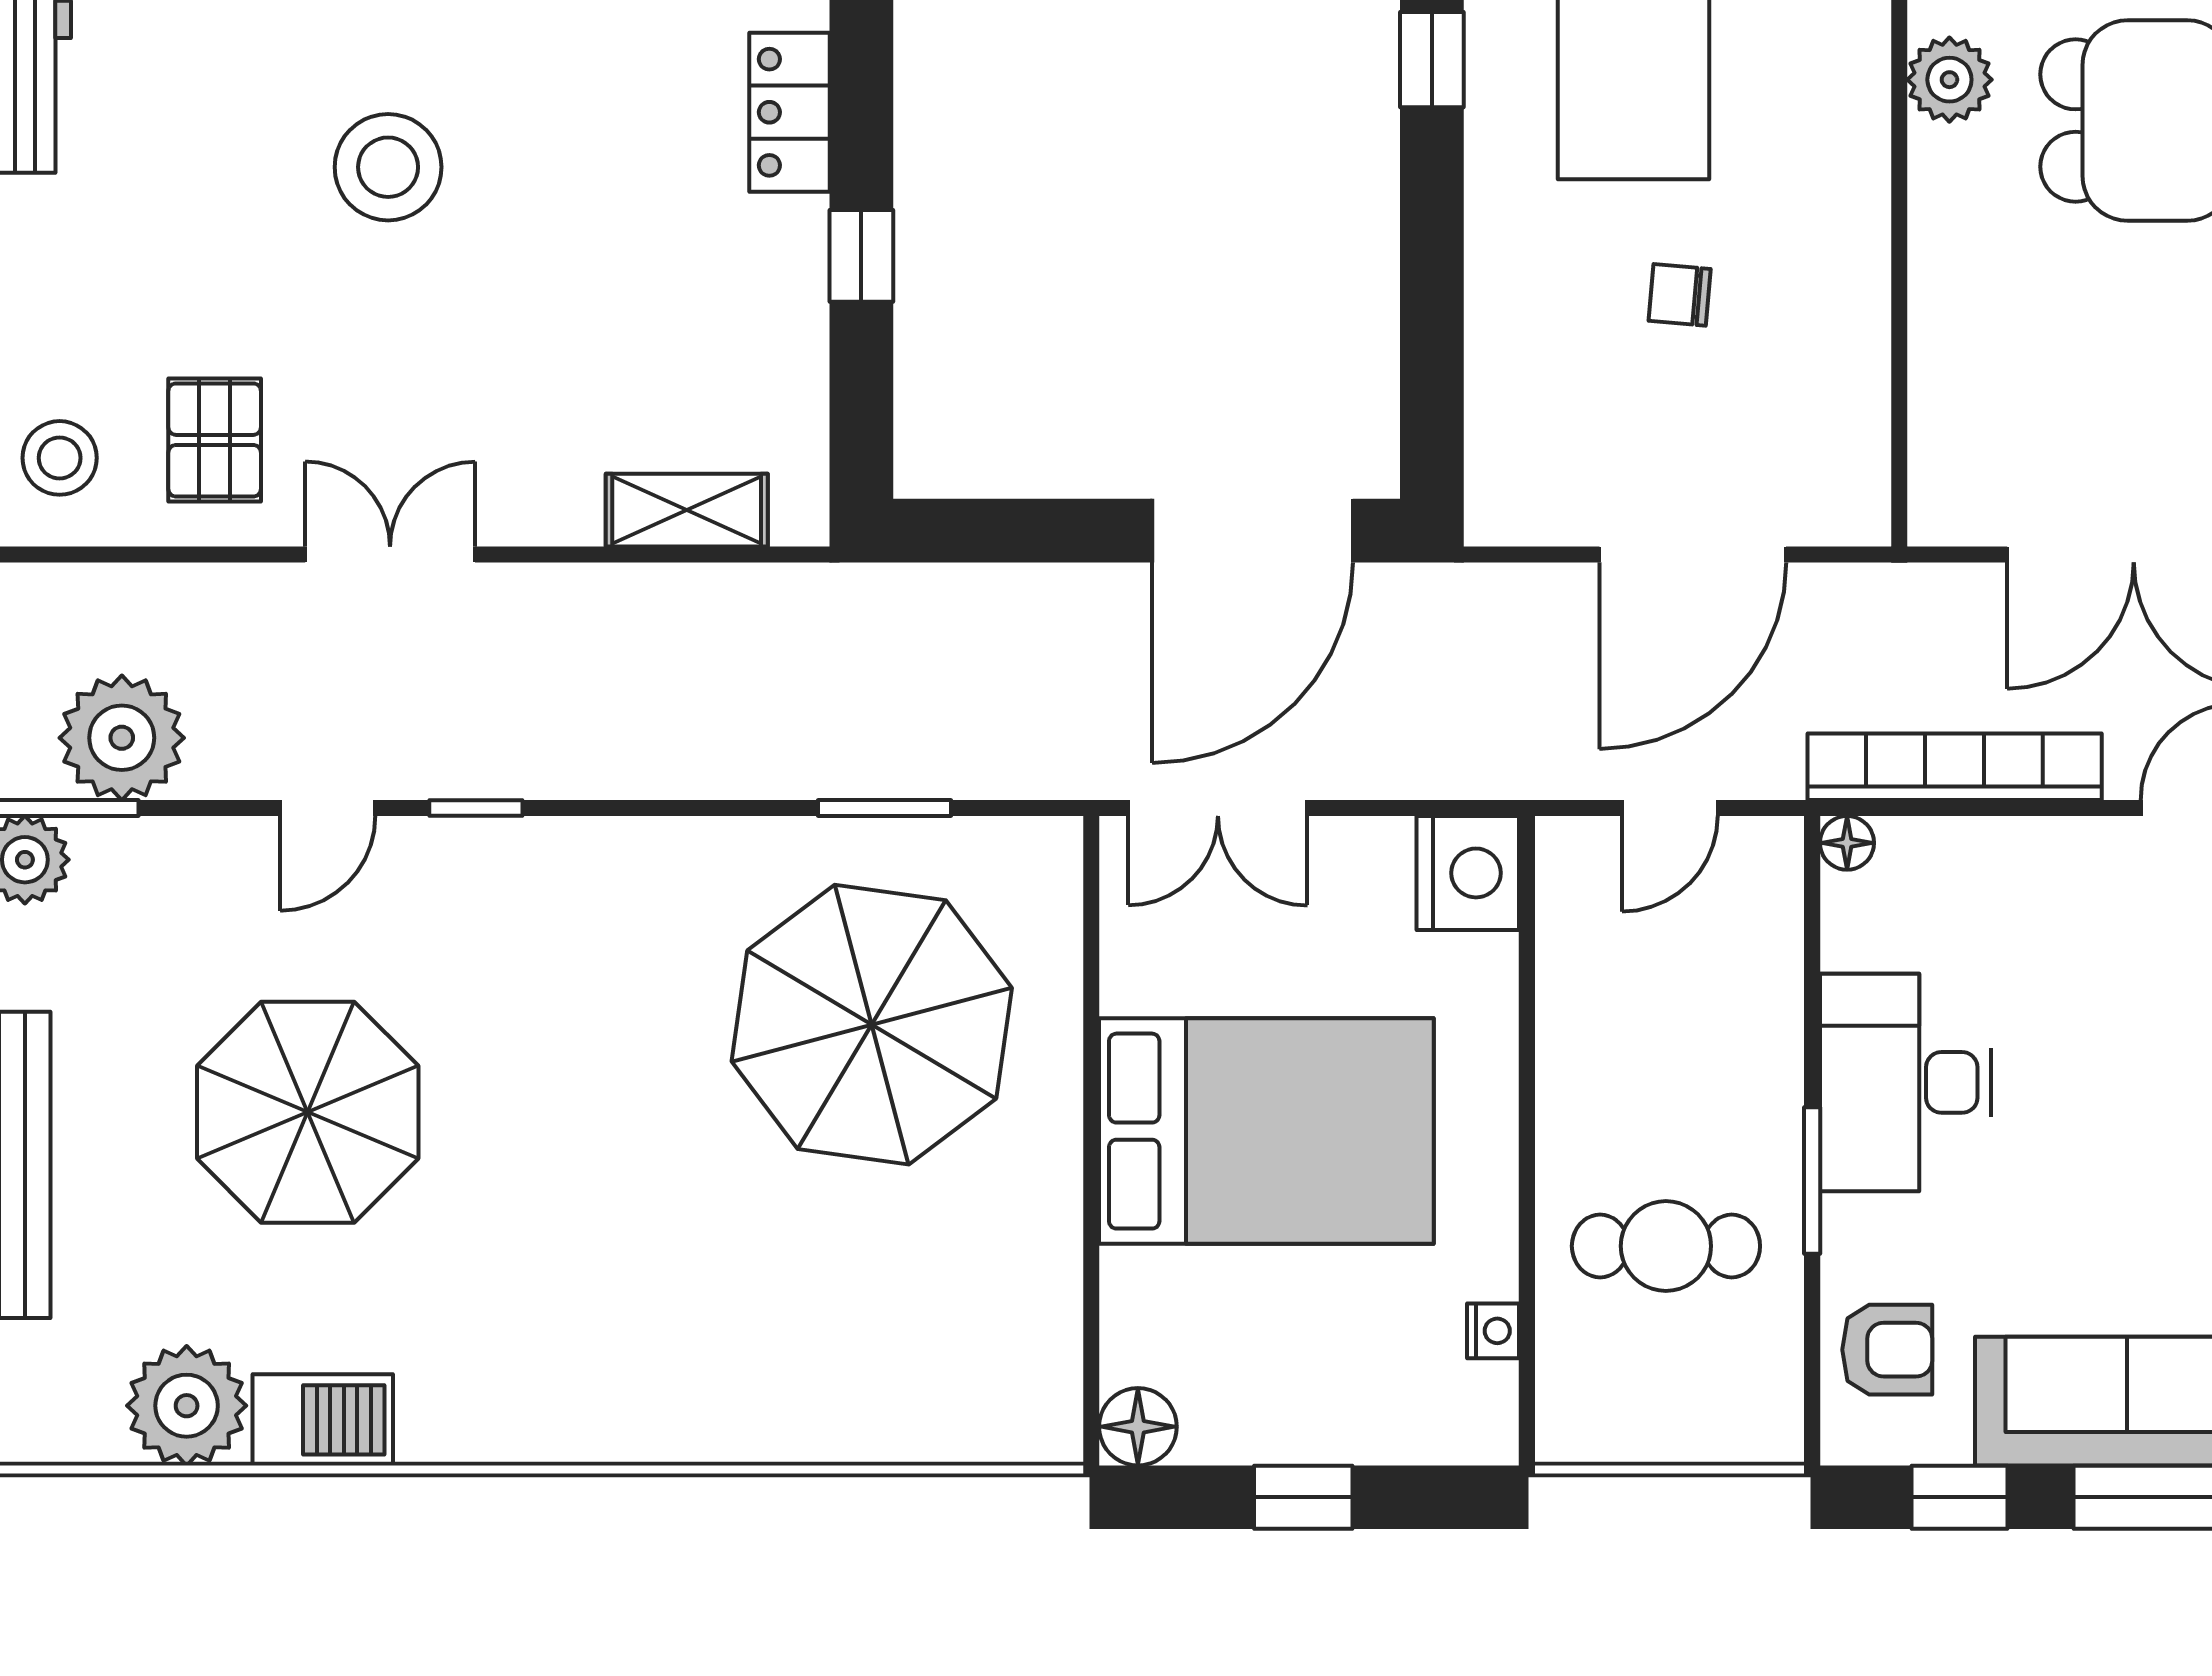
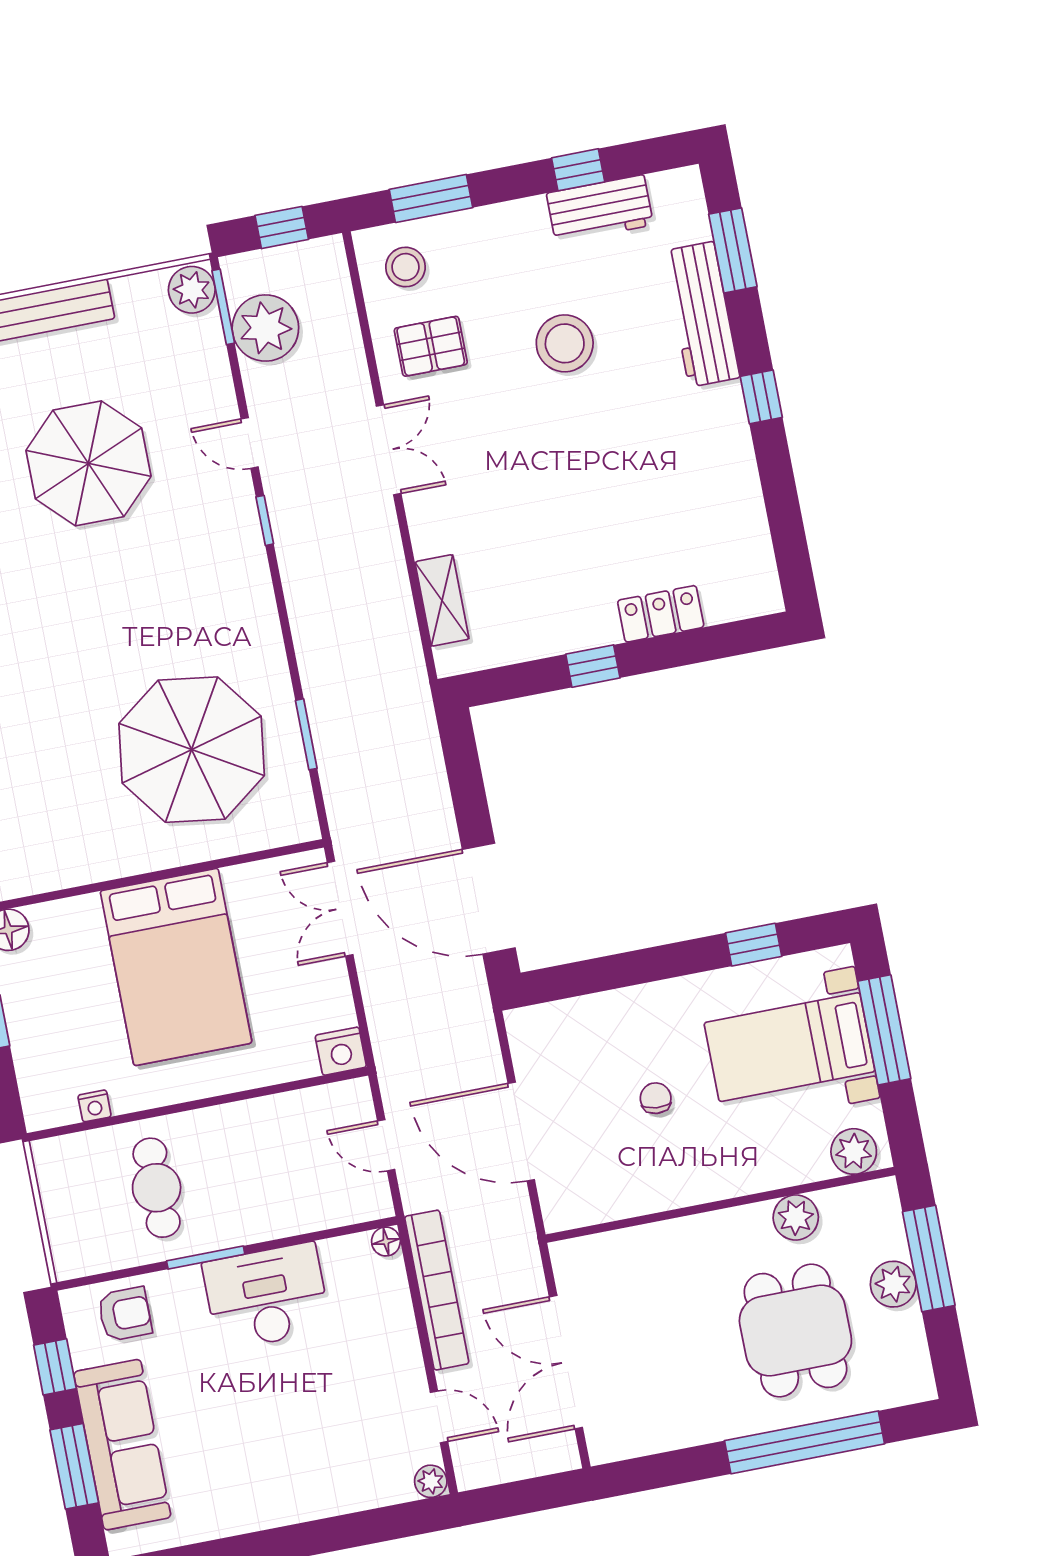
stool: (388, 167) -> (565, 343), moved
nightstand: (1468, 873) -> (341, 1051), width x0.74, depth x0.75
armchair: (1887, 1350) -> (125, 1314), turned -90

